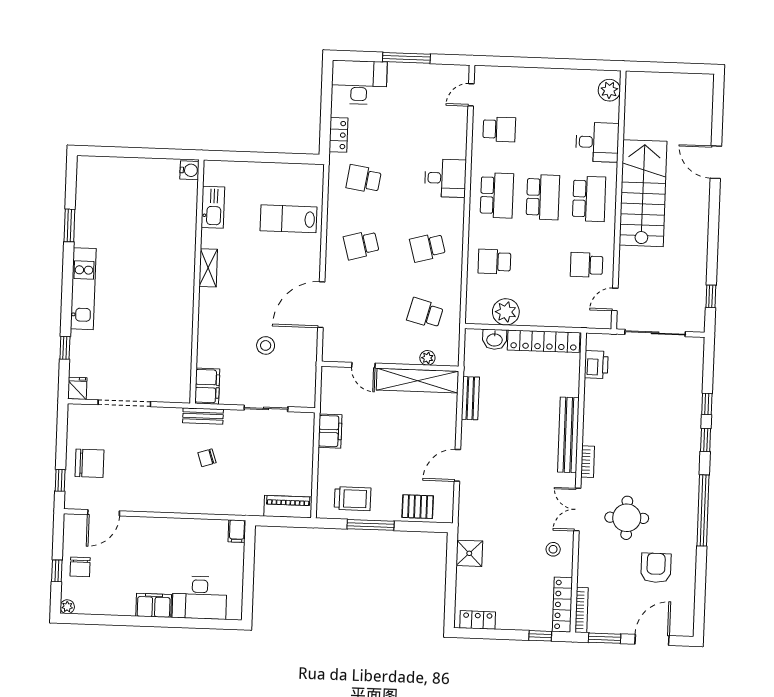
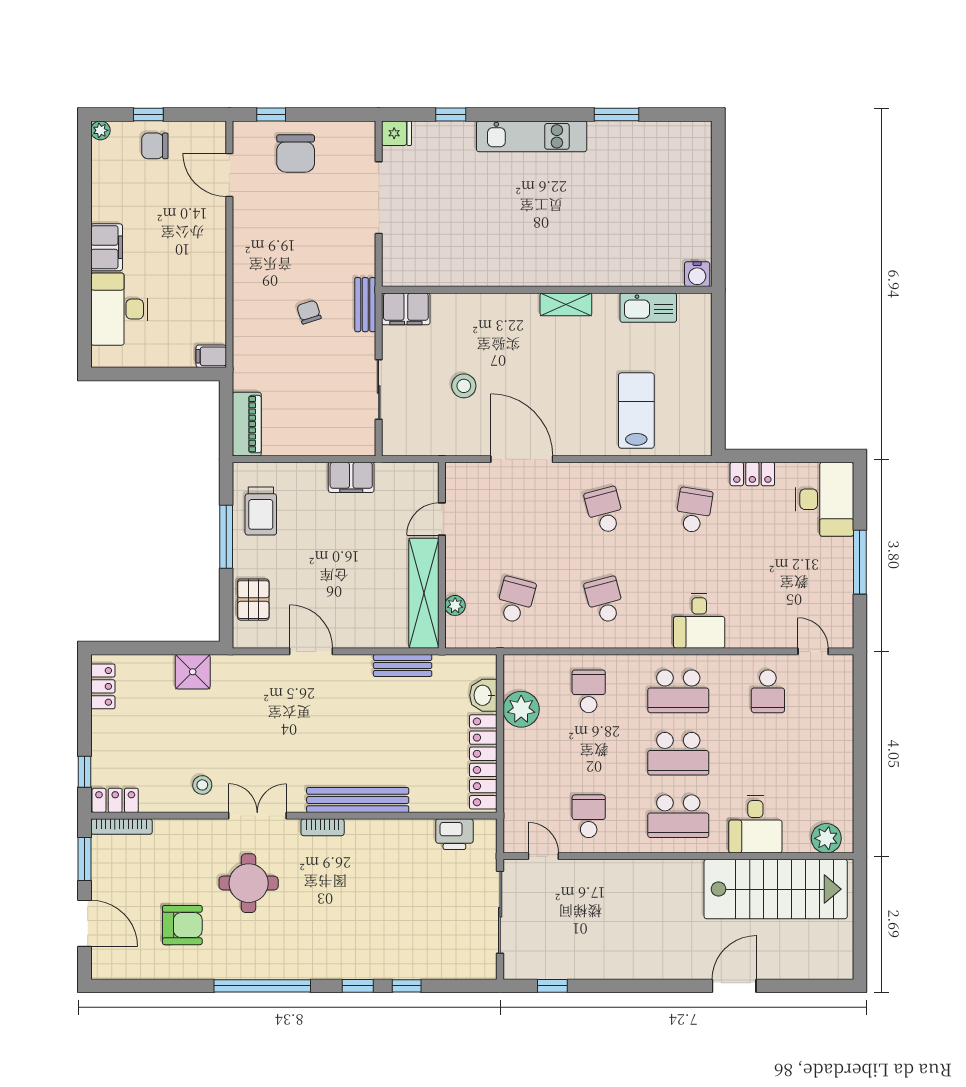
stairs: (643, 193) -> (776, 889), moved
locker: (562, 605) -> (115, 800), width x0.66

